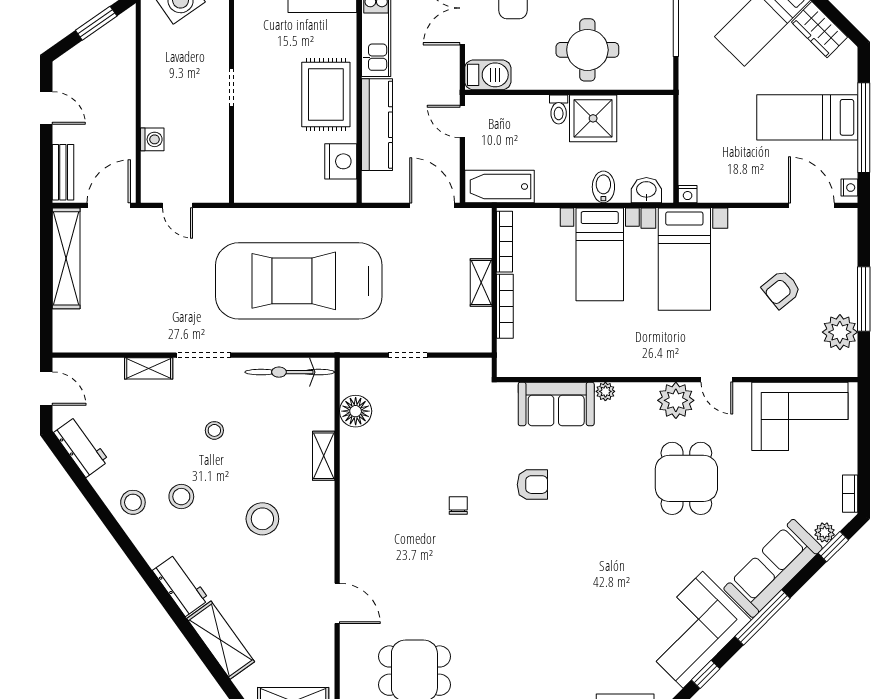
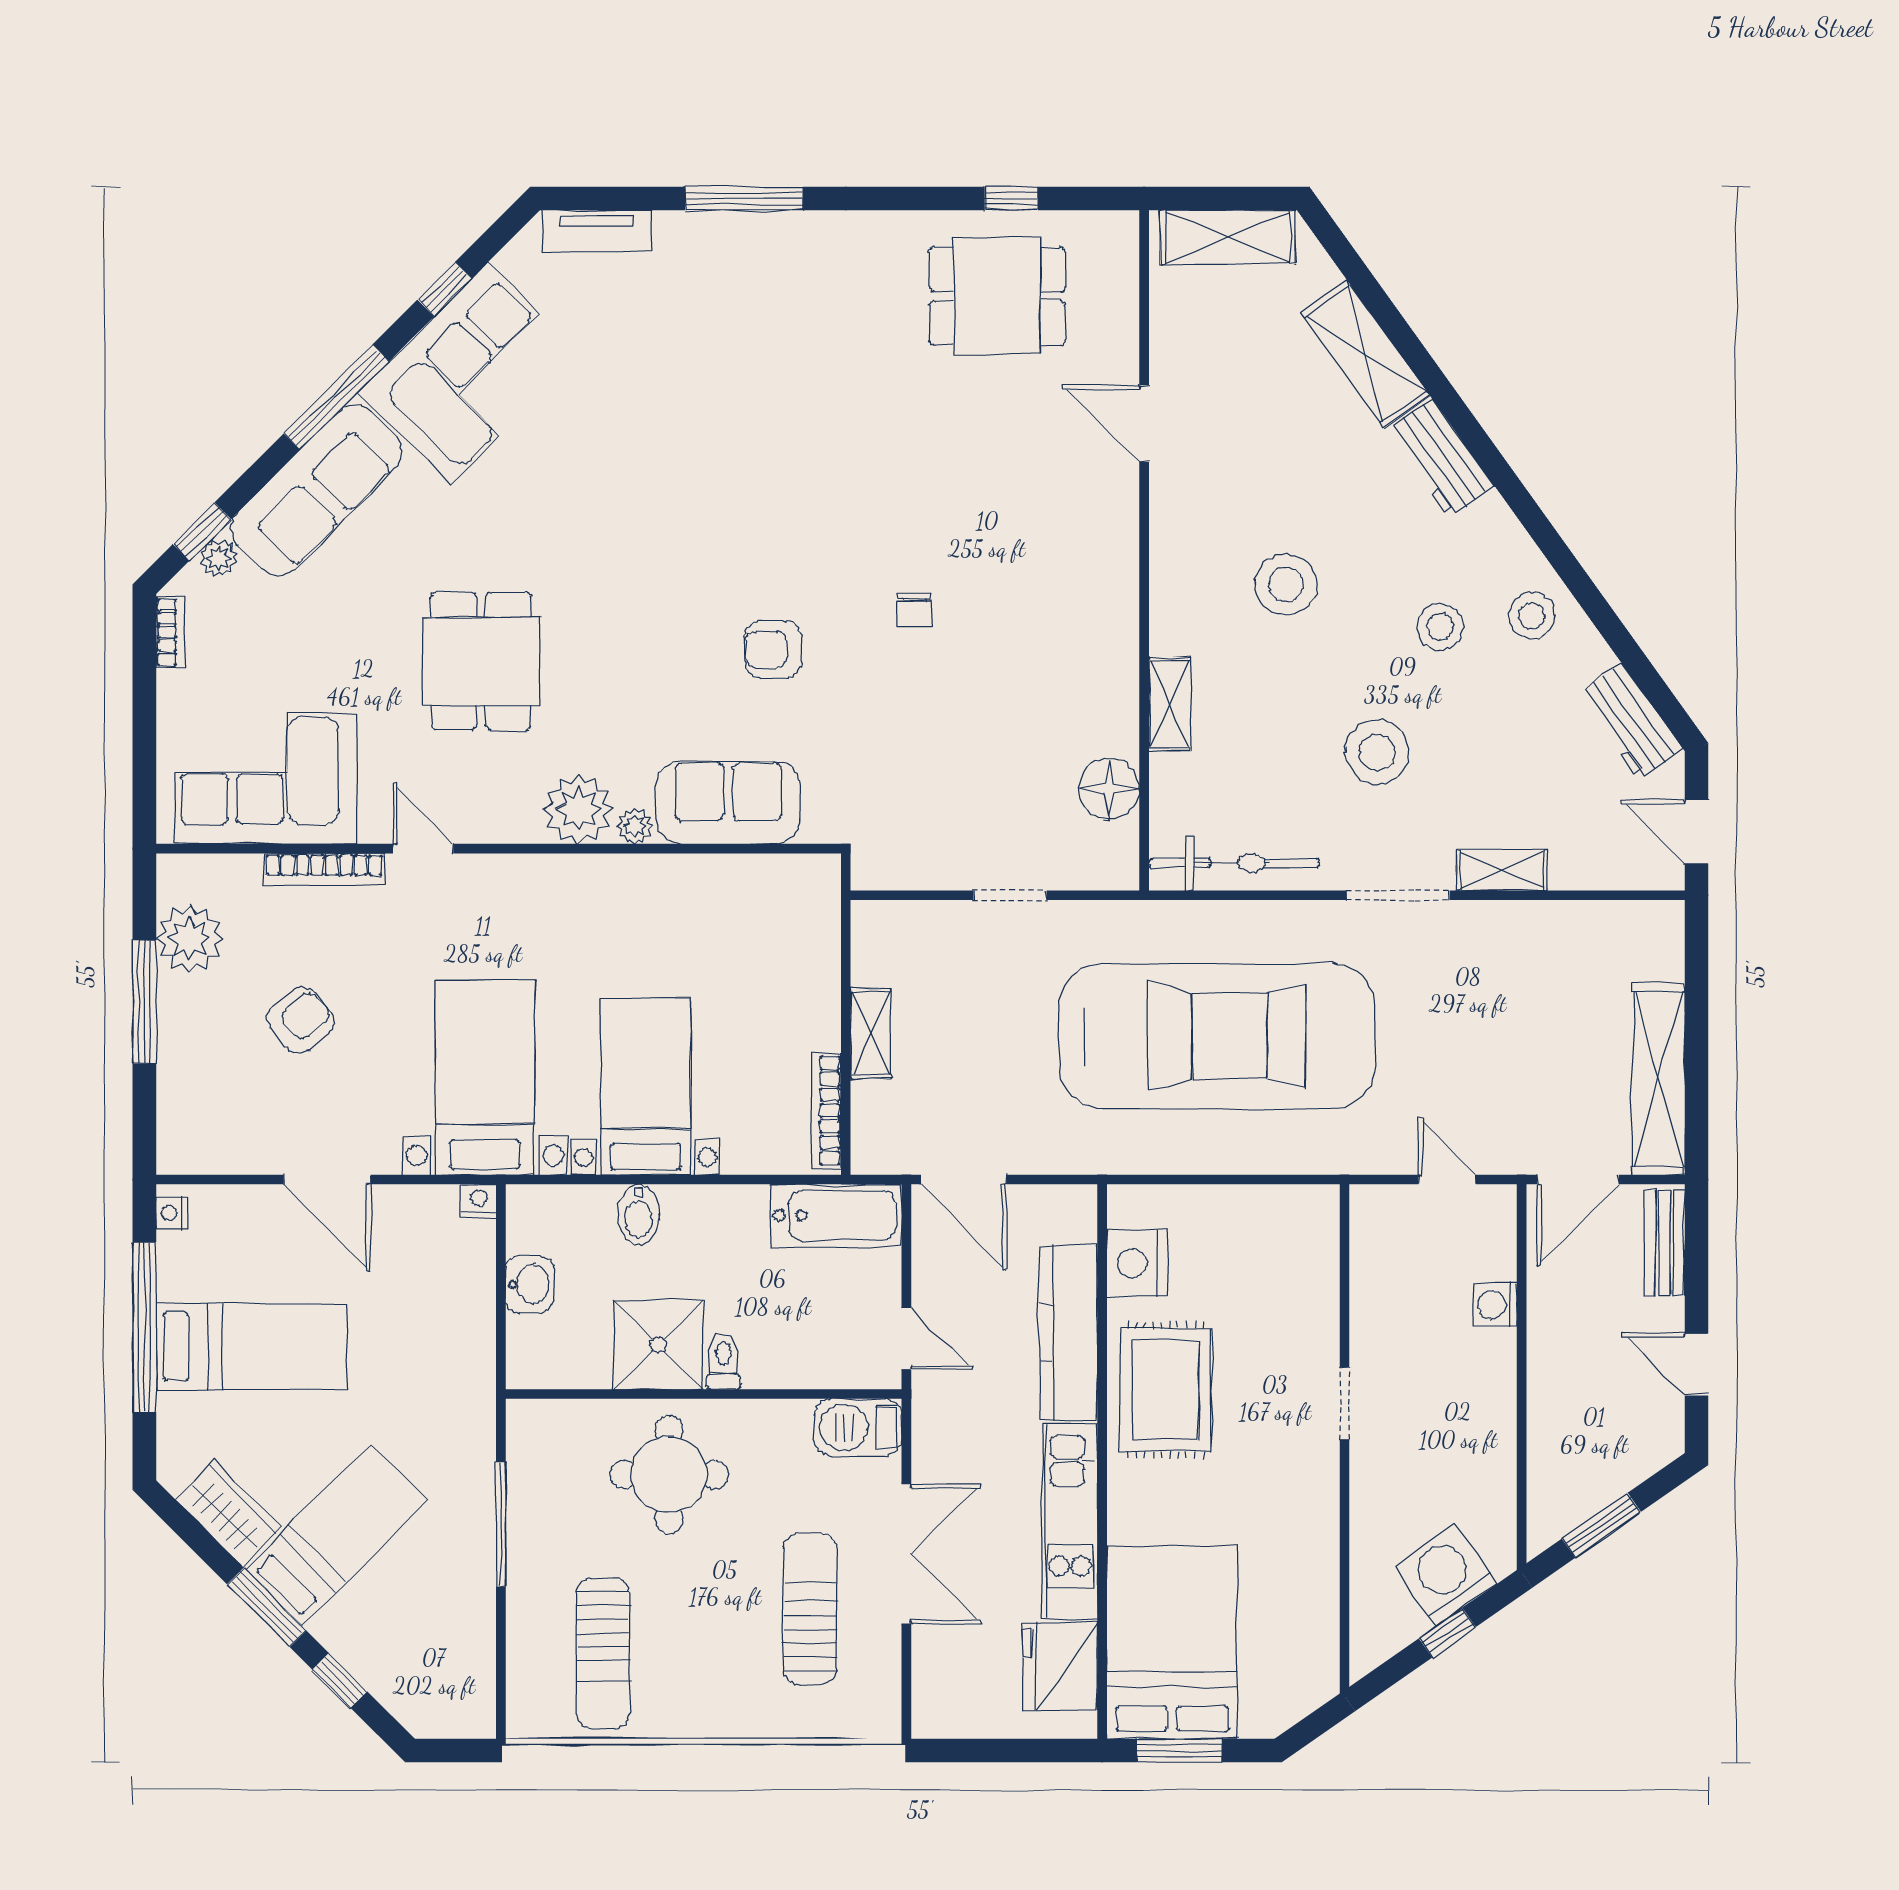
washbasin: (646, 190) -> (530, 1284), moved, turned -90
door: (811, 205) -> (327, 1180), moved
bookcase: (505, 306) -> (324, 869), moved, turned -90
plant: (676, 400) -> (578, 809), moved
stool: (214, 430) -> (1377, 752), width x1.89, depth x1.89

